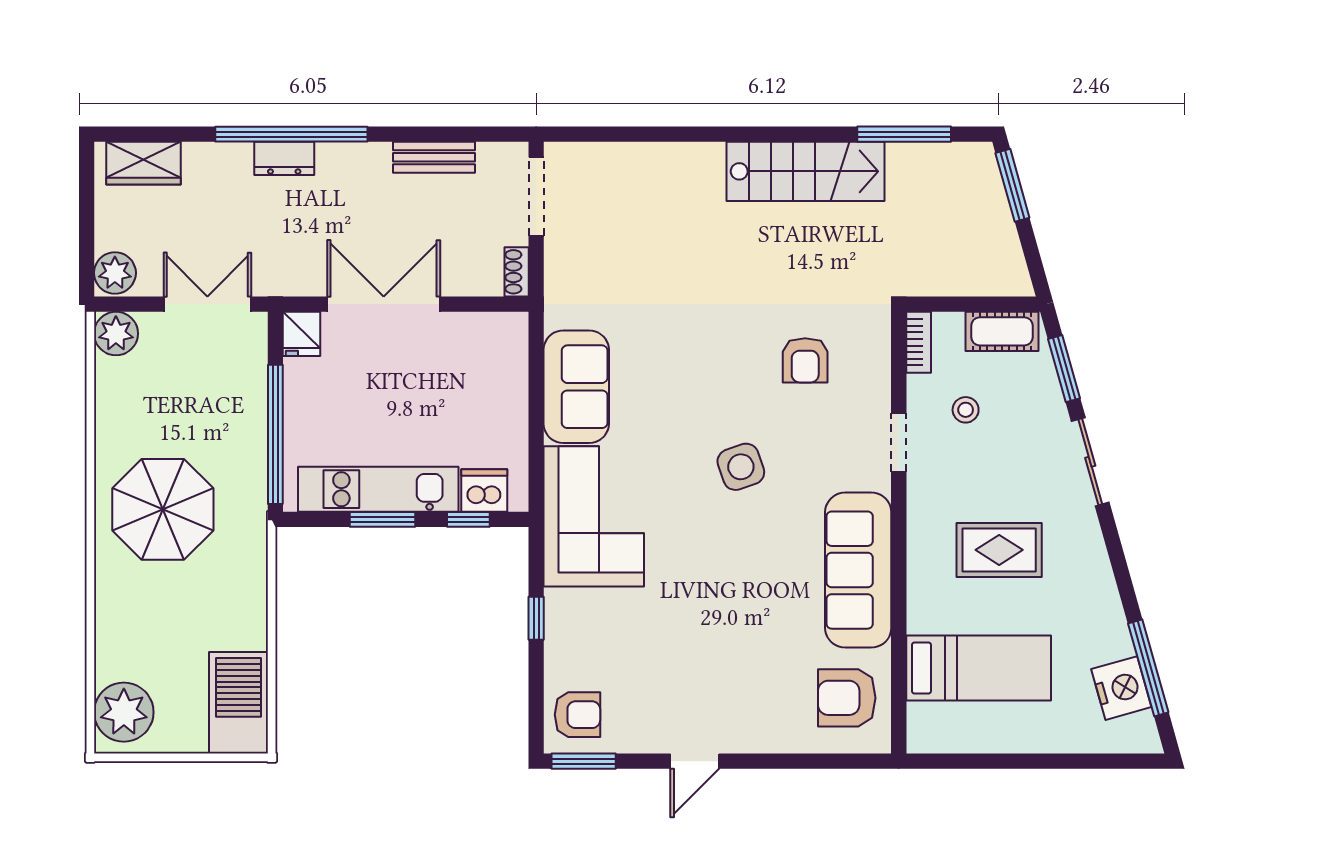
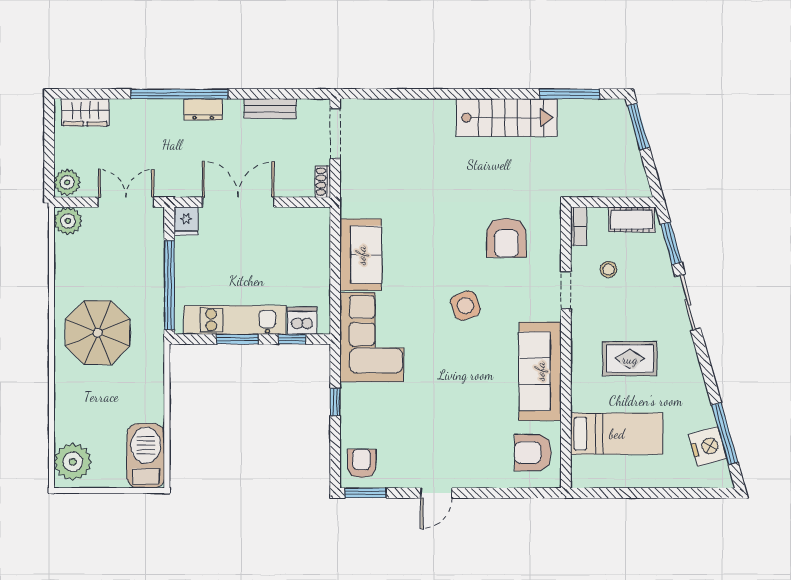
dresser: (284, 158) -> (203, 109), moved
armchair: (805, 360) -> (506, 238), width x1.38, depth x1.38
armchair: (577, 715) -> (361, 463), turned -90

